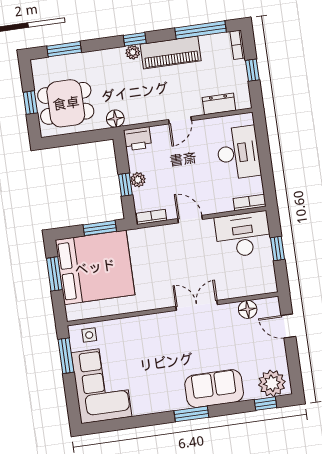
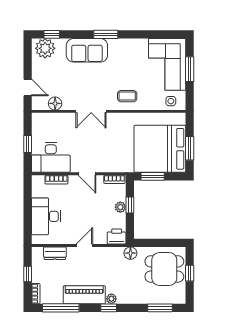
bookcase: (250, 203) -> (56, 180), moved
coffee table: (150, 333) -> (127, 96), added
window: (66, 356) -> (190, 69), moved

